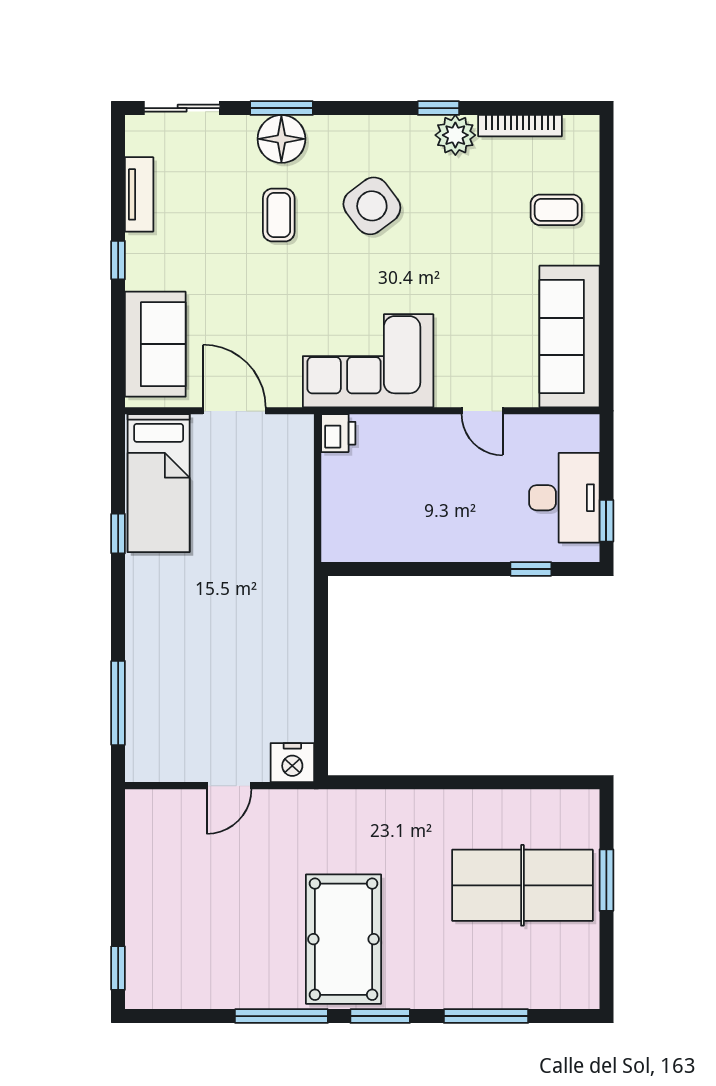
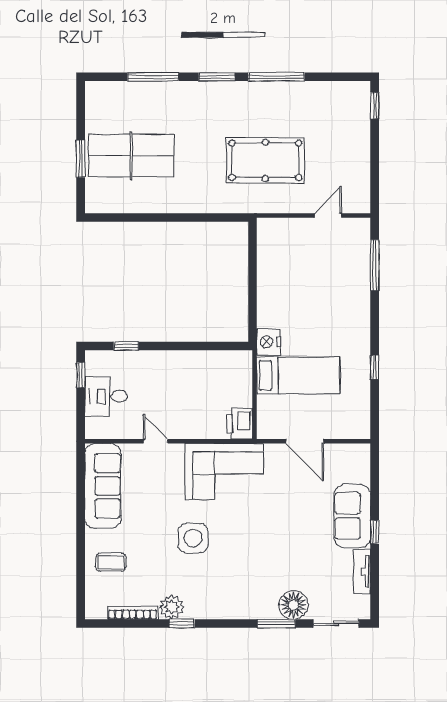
floor lamp: (281, 139) -> (293, 605), moved
side table: (372, 206) -> (193, 538), moved, turned 37
coffee table: (279, 215) -> (278, 559), removed
sofa: (155, 344) -> (352, 516), moved
printer: (338, 433) -> (240, 424), width x1.36, depth x1.24
bed: (159, 483) -> (298, 375), moved, turned 90
desk: (564, 498) -> (106, 396), width x0.73
nightstand: (292, 763) -> (268, 342), moved, turned -90
door: (229, 786) -> (328, 216), moved
pool table: (344, 939) -> (265, 160), moved, turned 90

